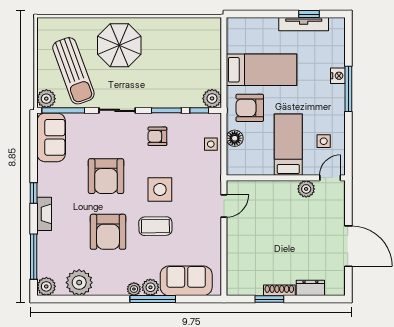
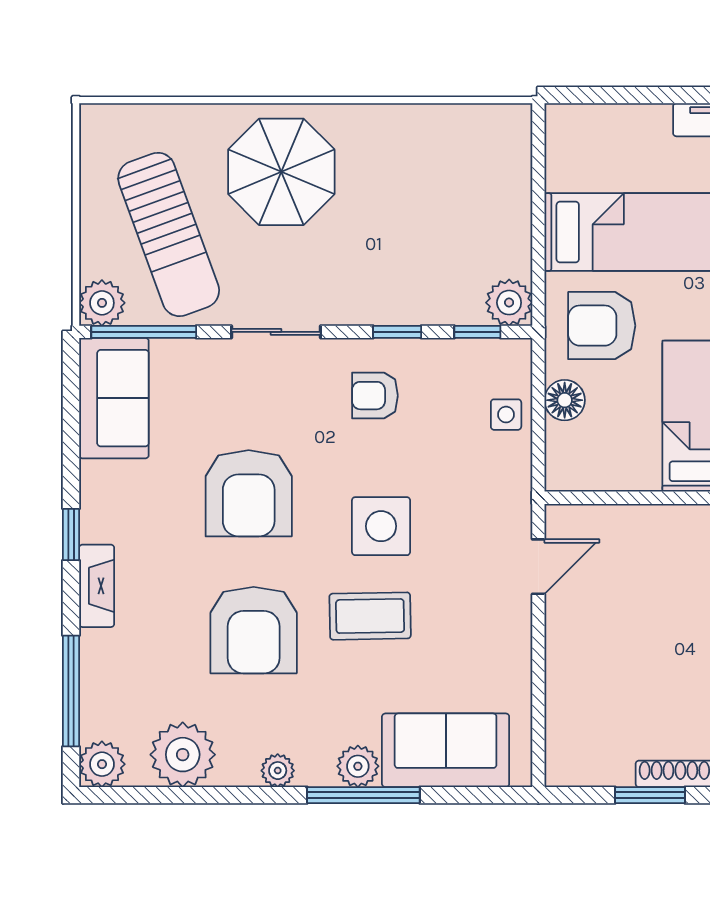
window: (166, 110) -> (397, 332), width x0.67
plant: (134, 289) -> (278, 771), moved

